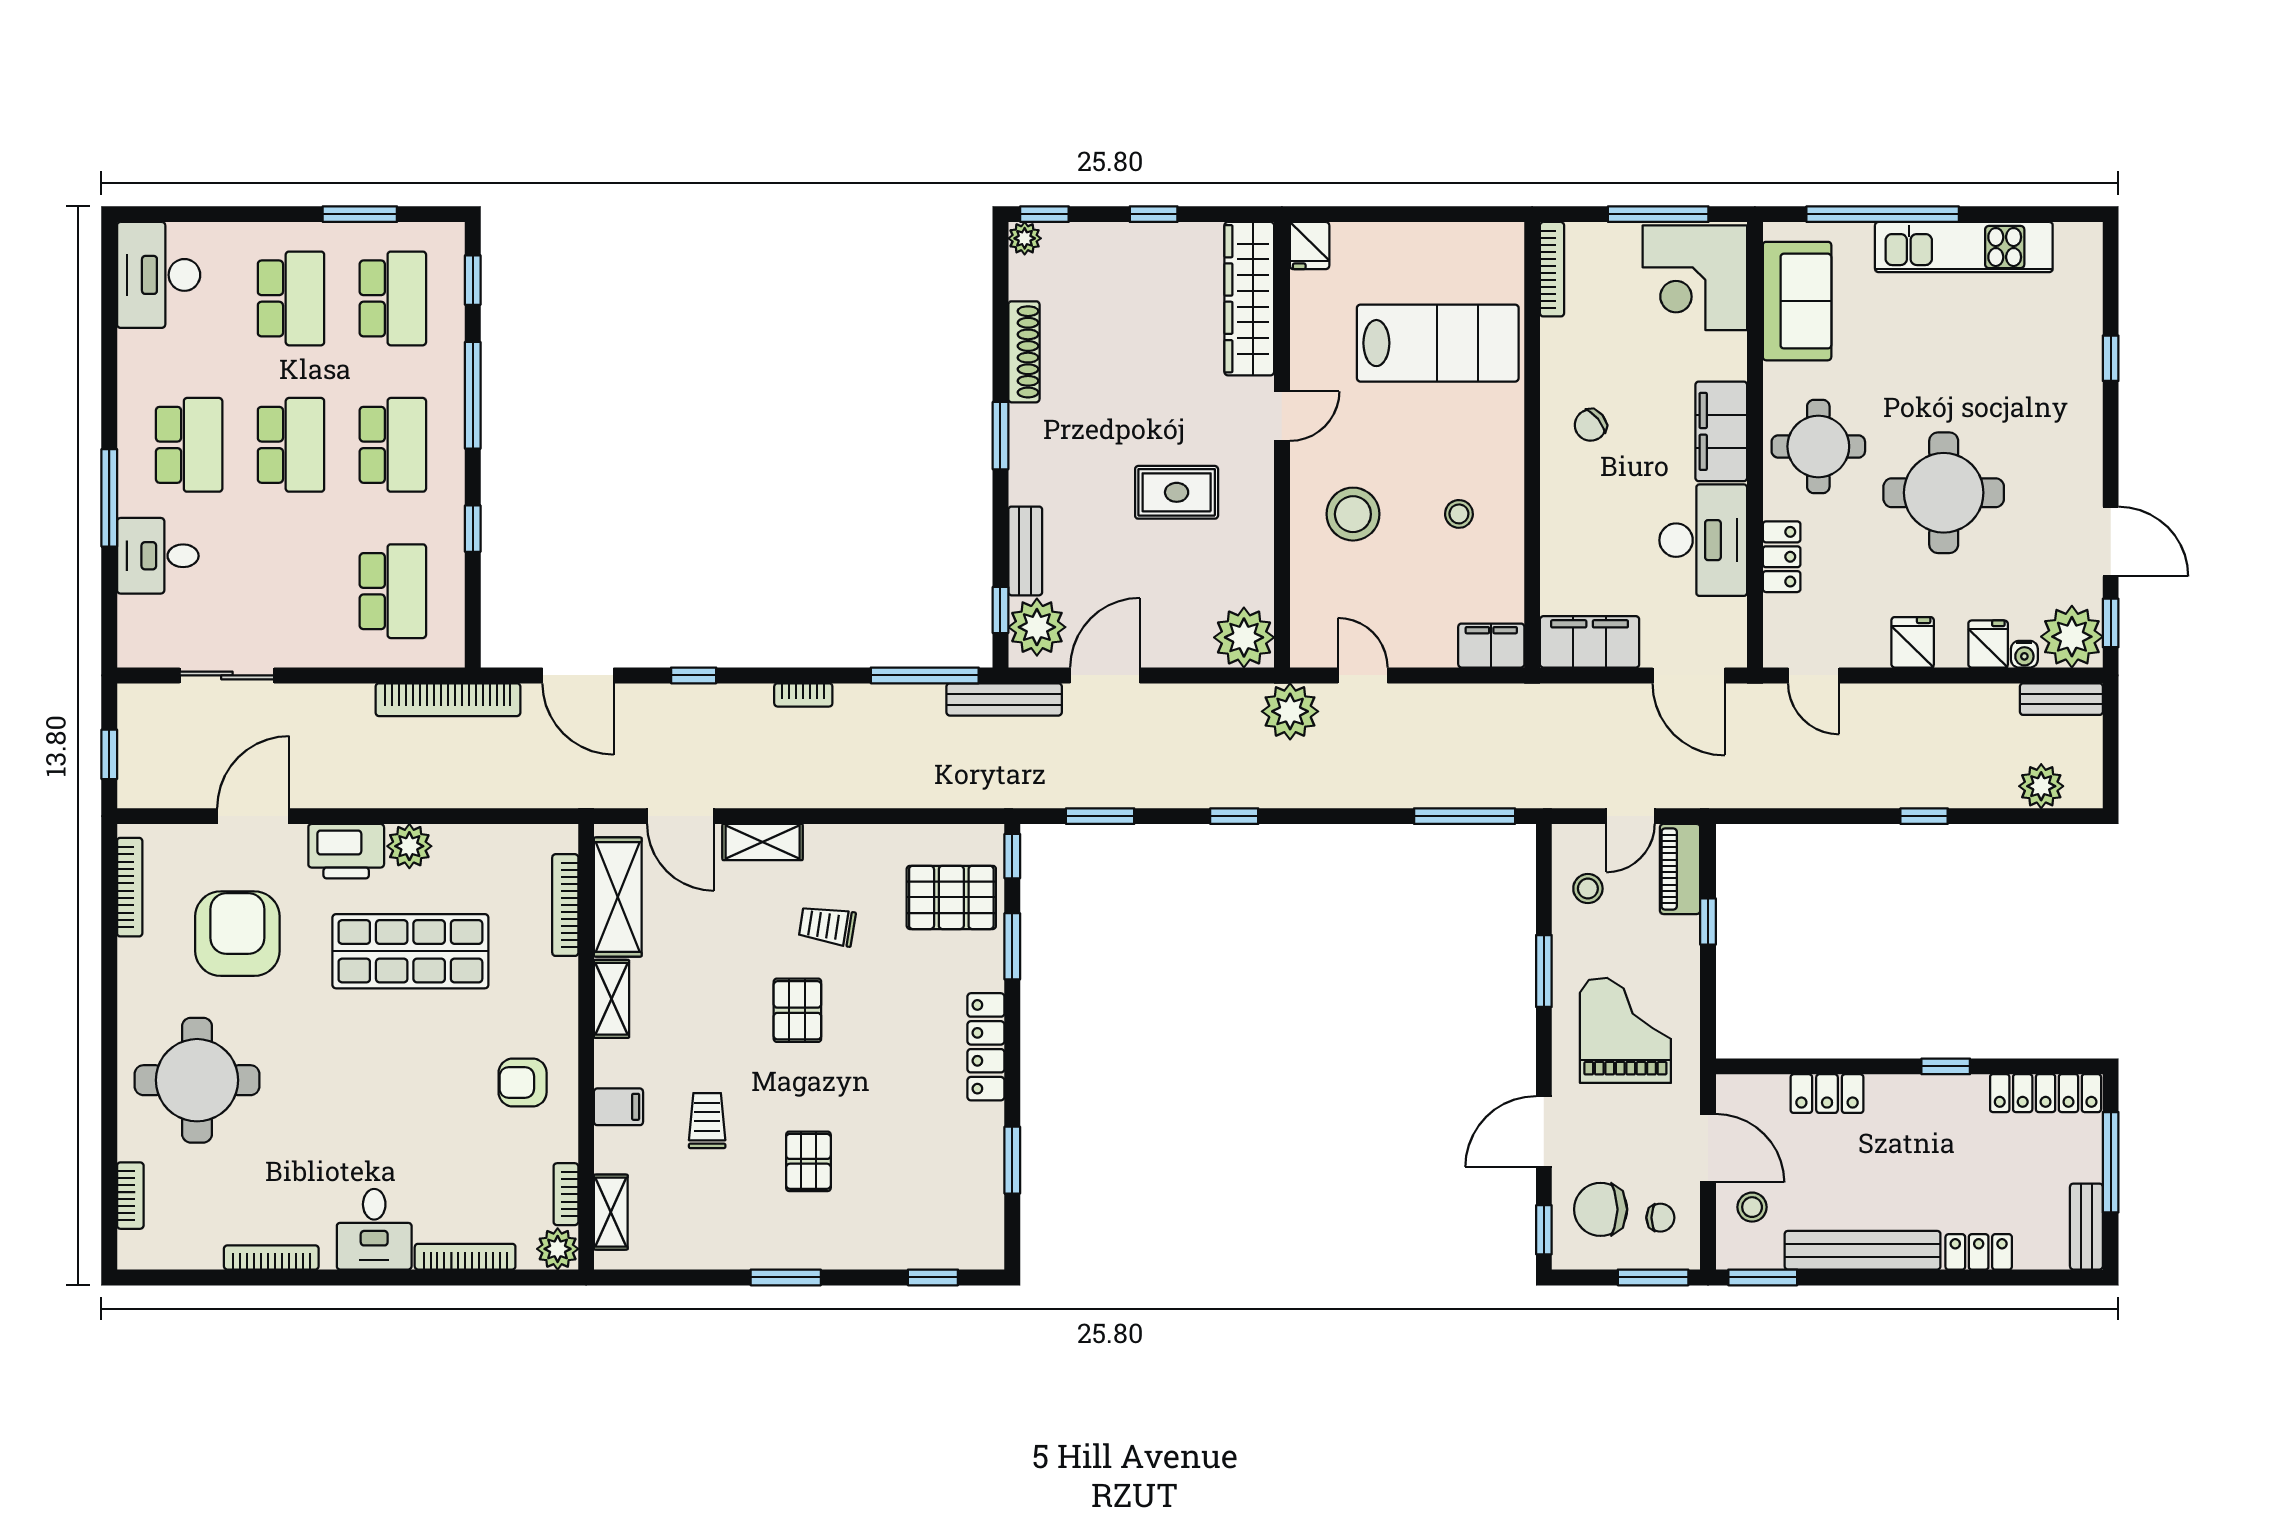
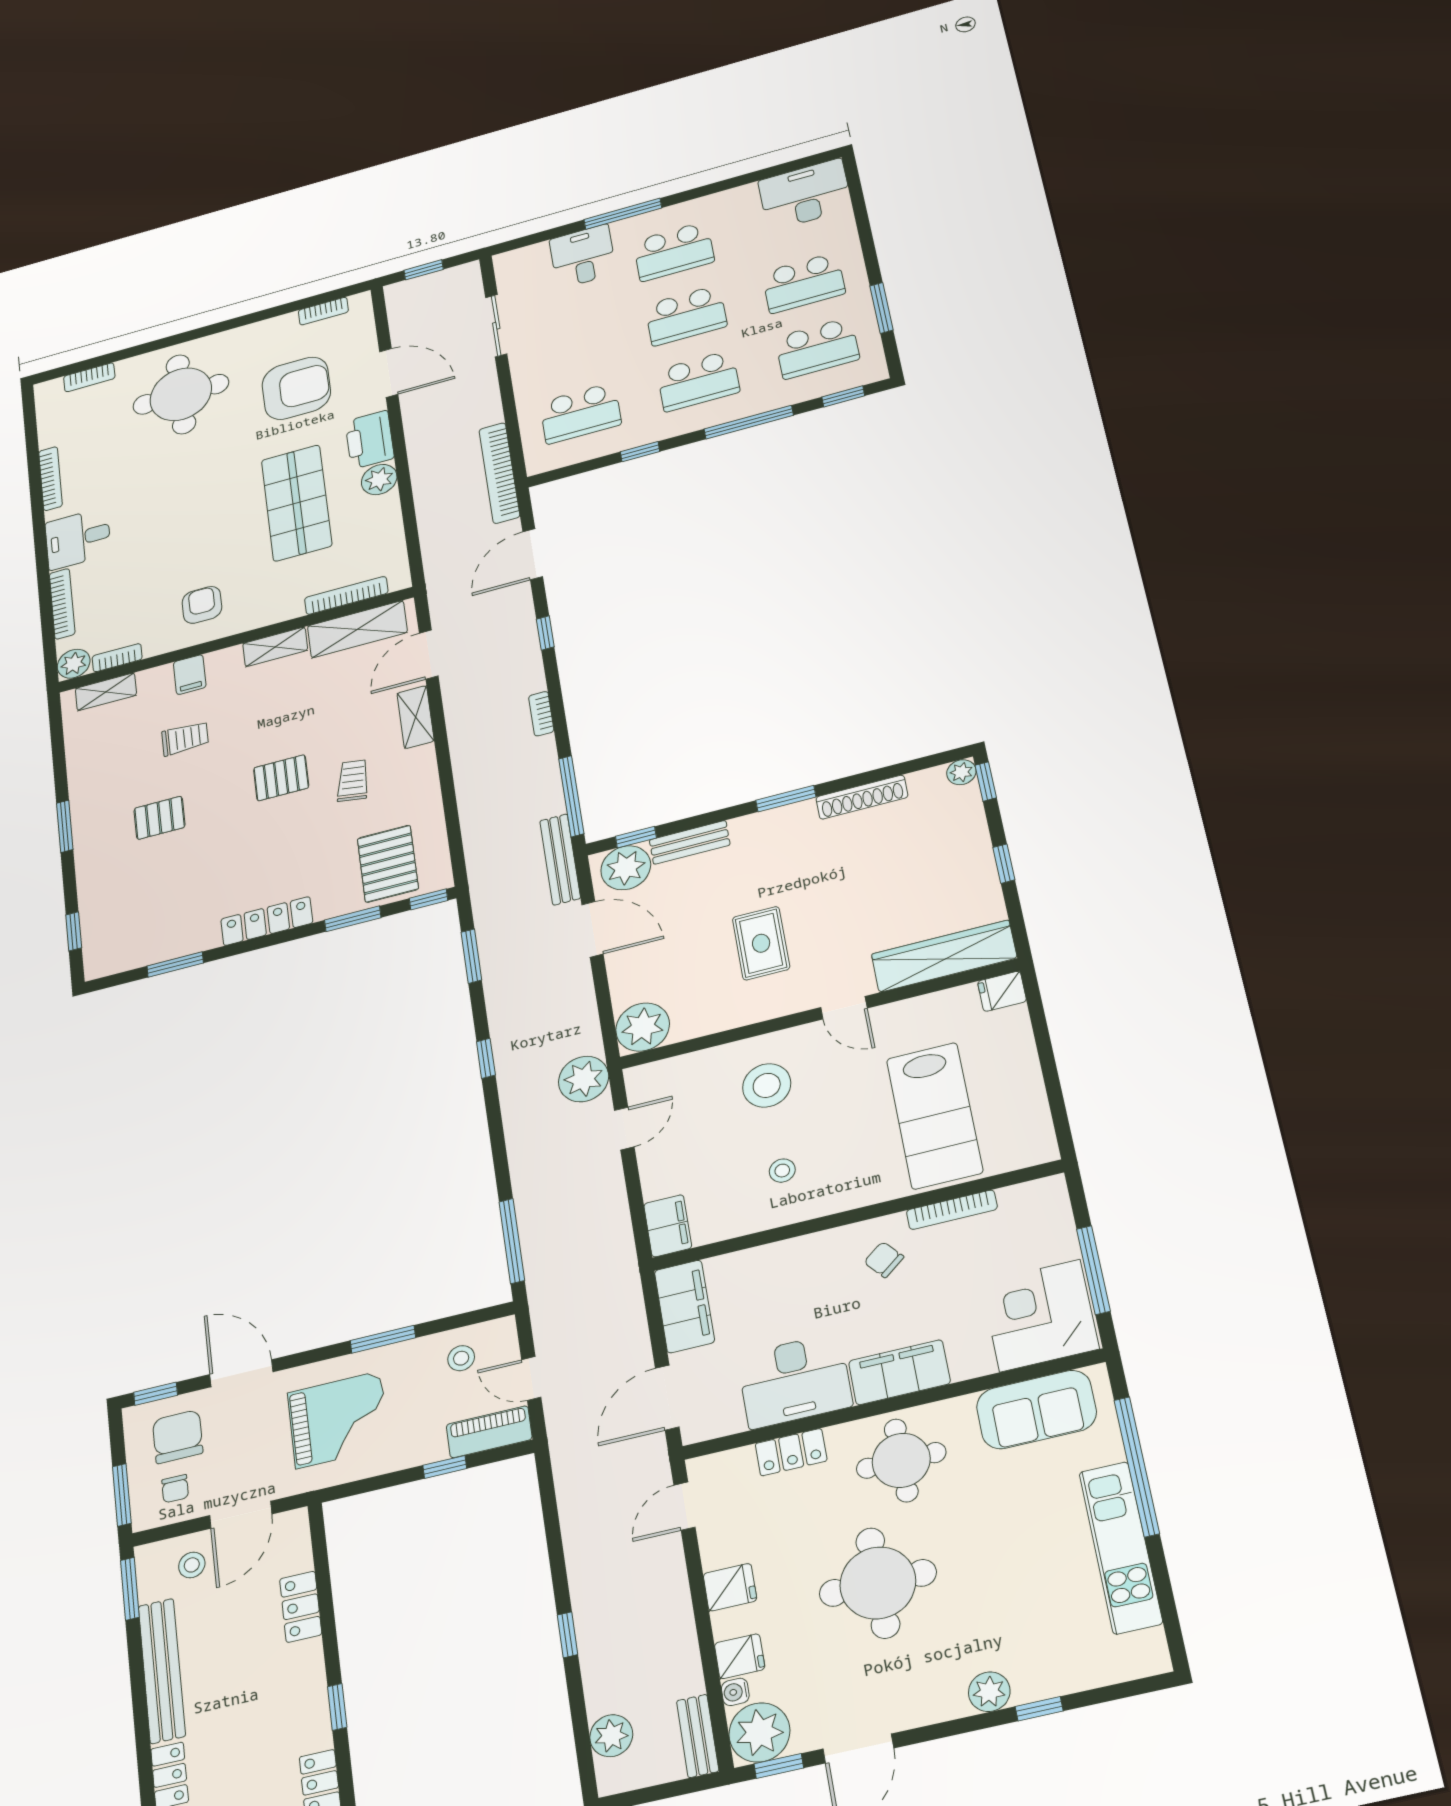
bookcase: (1552, 269) -> (952, 1210), moved
plant: (2082, 403) -> (989, 1692), added
bookcase: (130, 887) -> (323, 311), width x0.64

